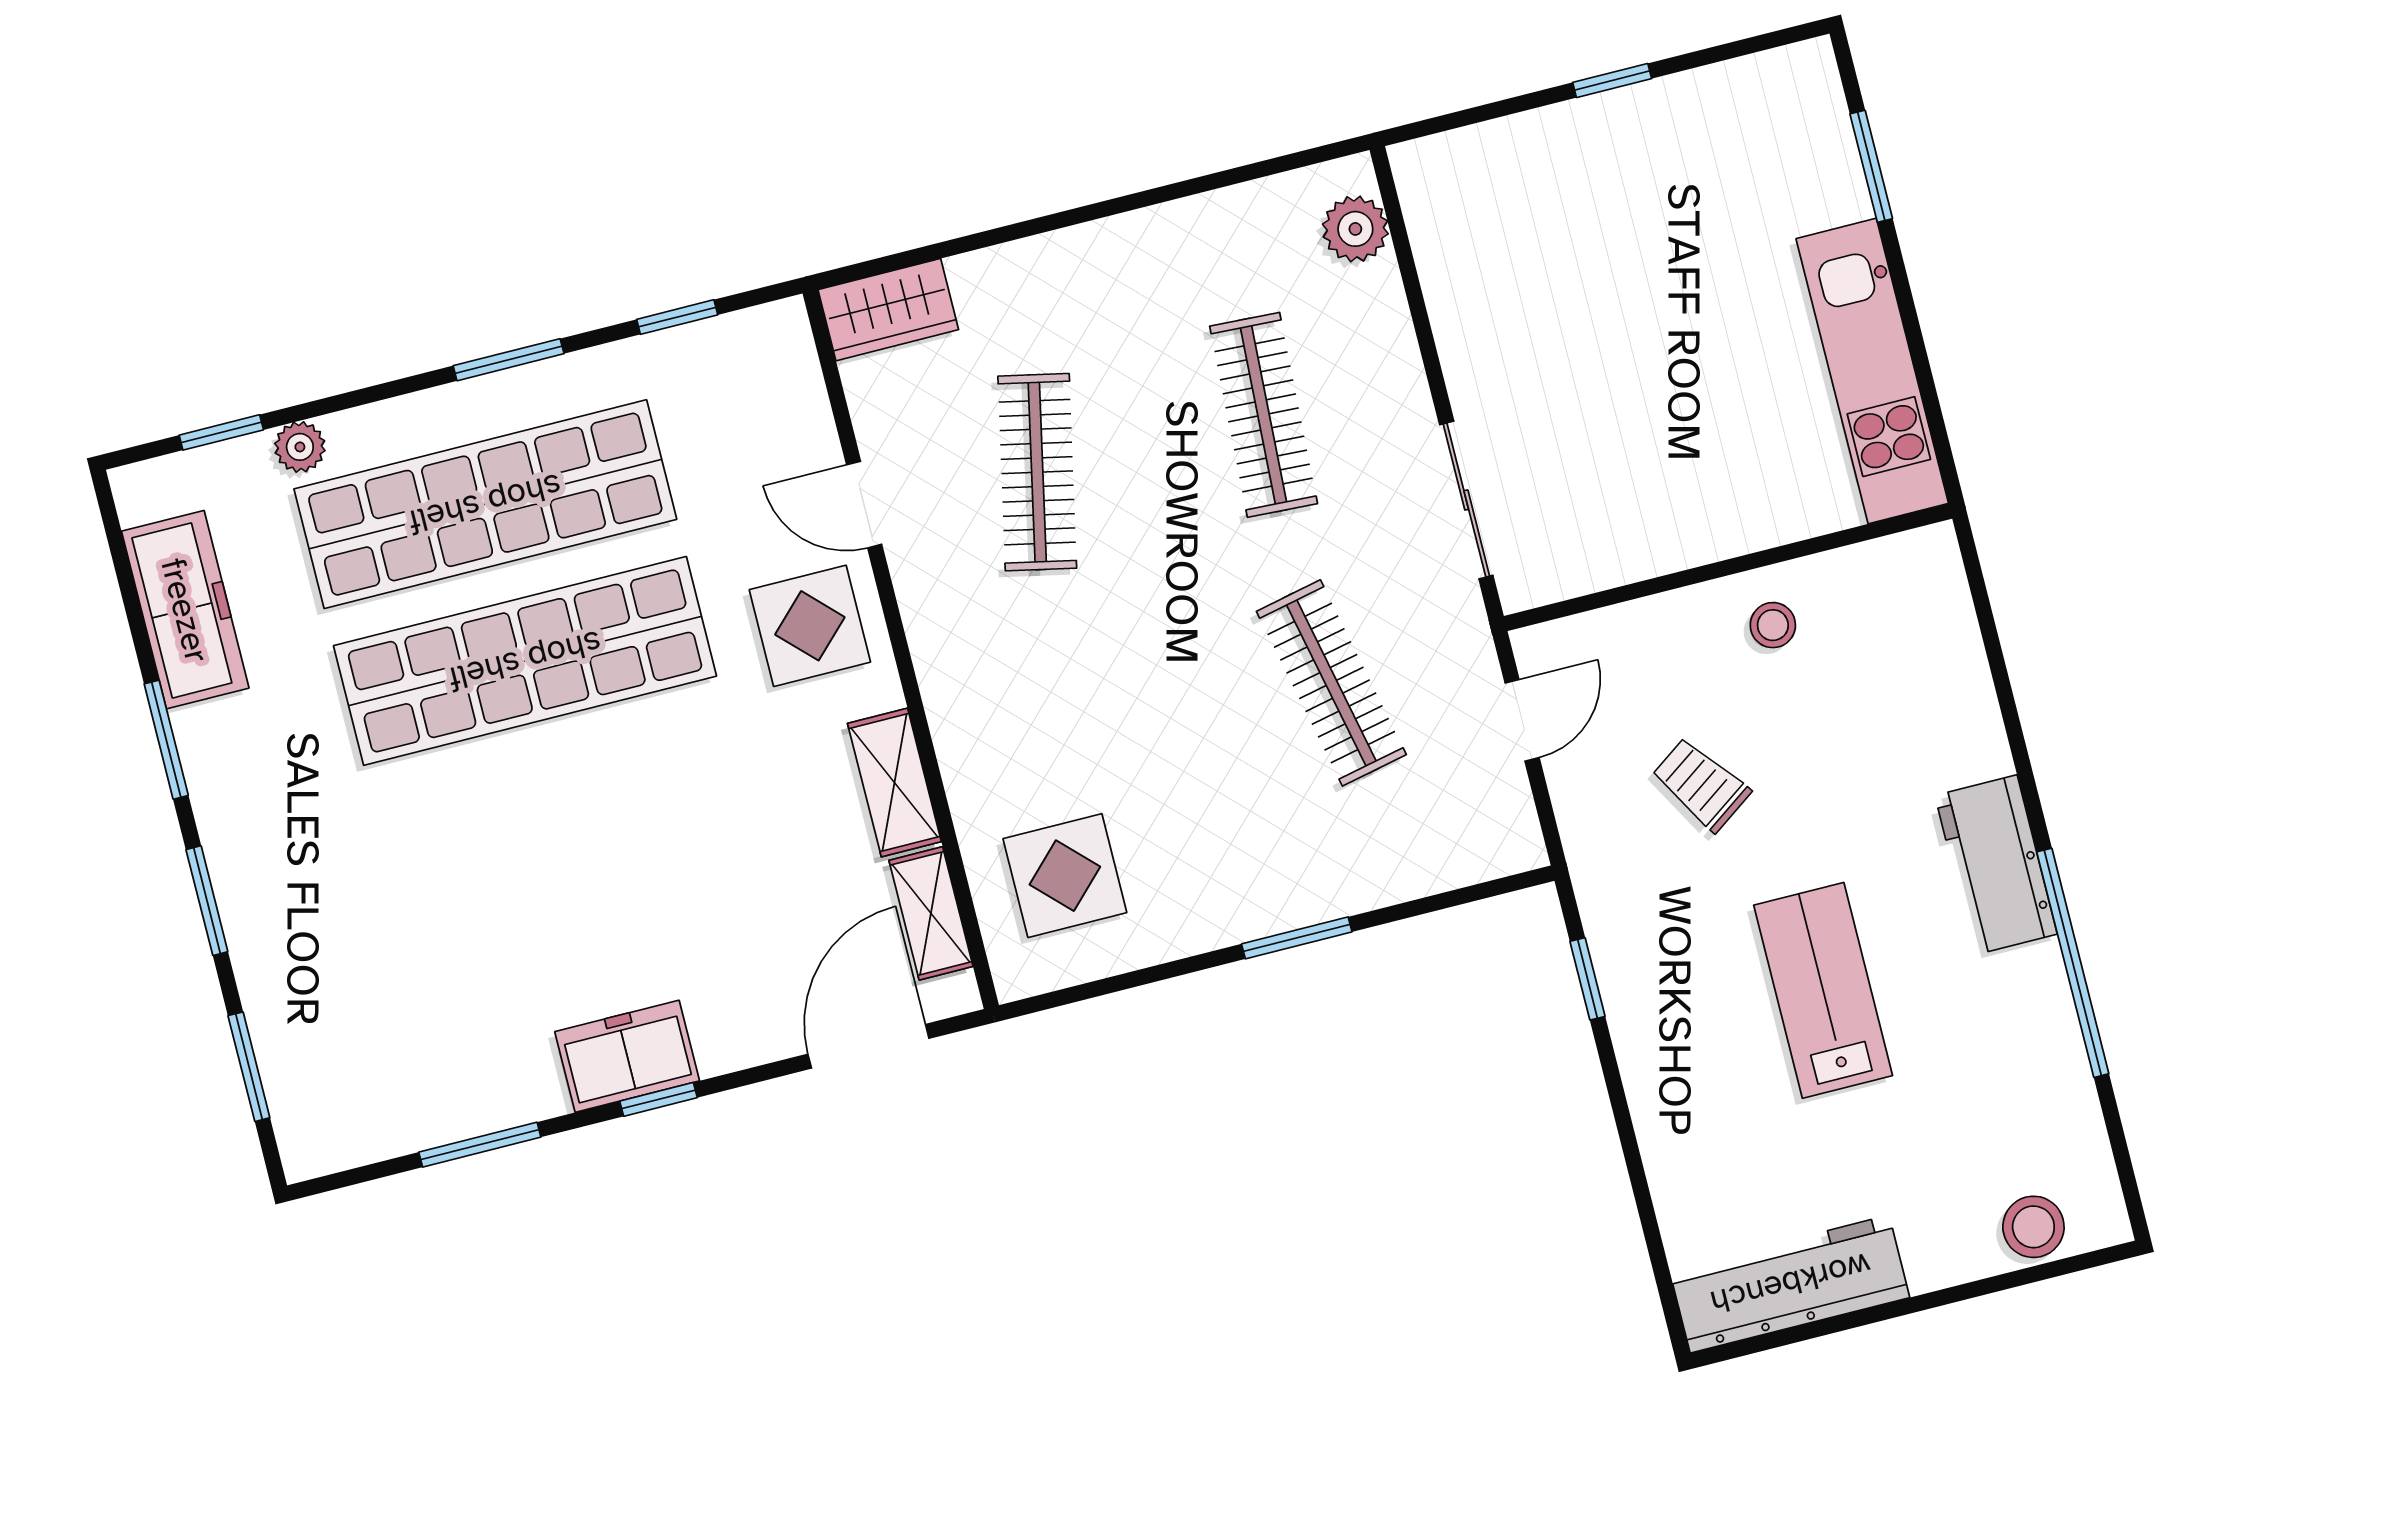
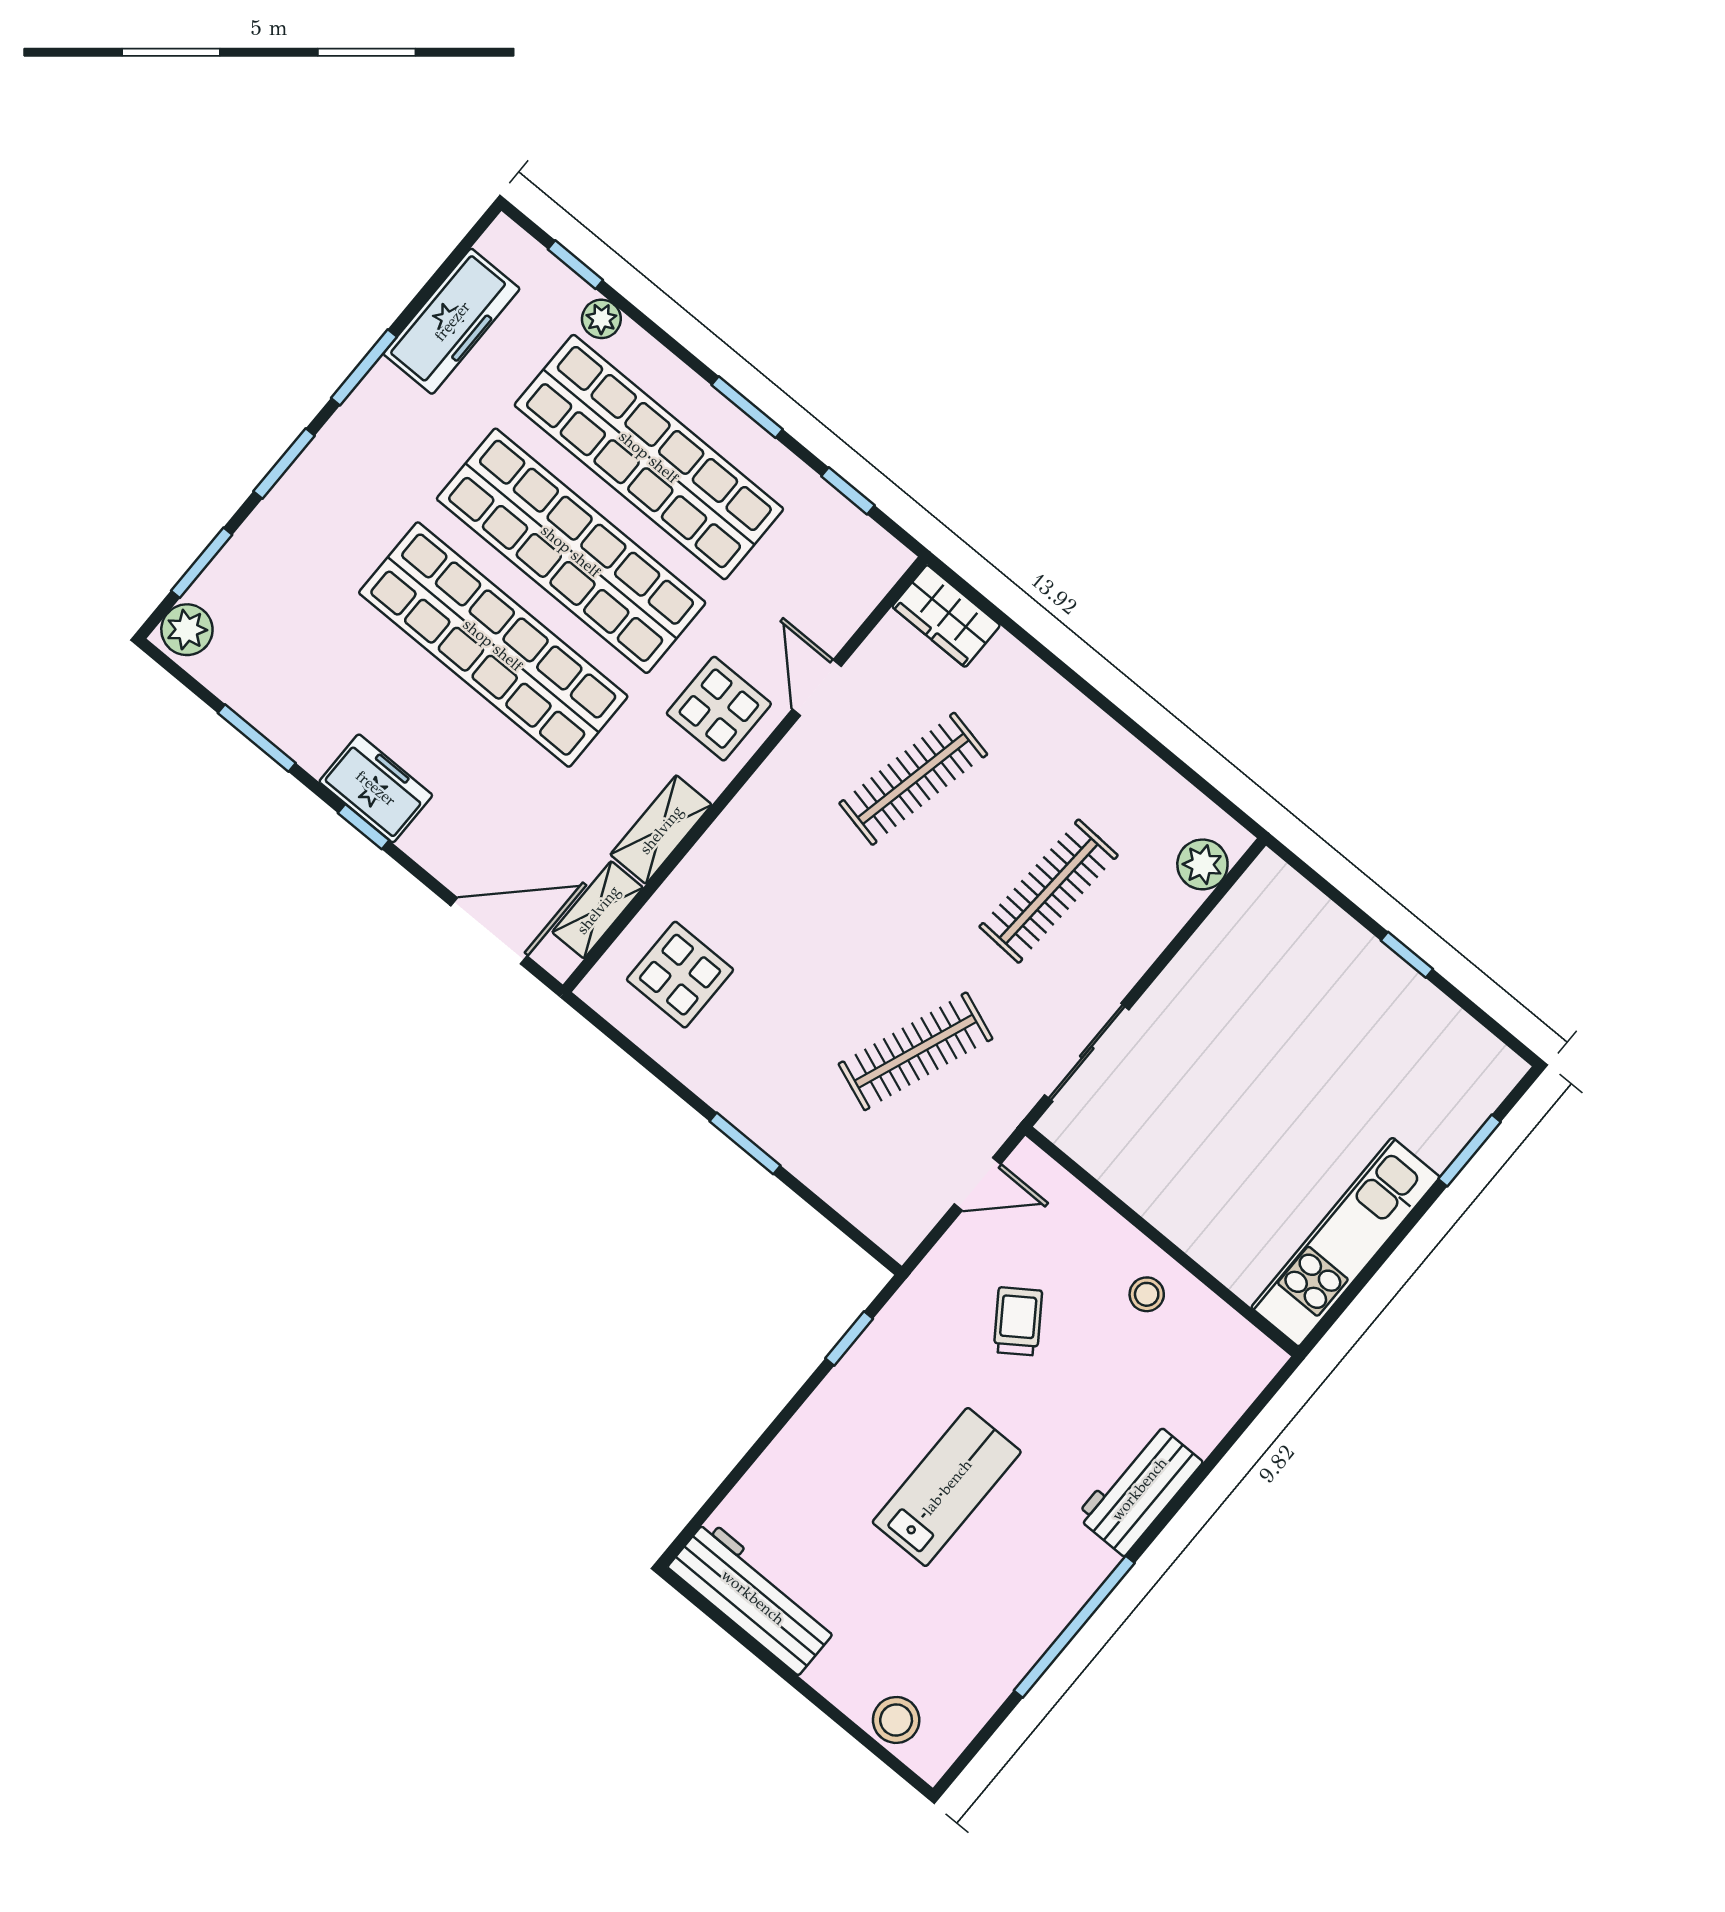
clothes rail: (1331, 683) -> (916, 1051), turned 33
shop shelf: (565, 818) -> (493, 645), added
workbench: (1996, 865) -> (1139, 1489), moved
plant: (309, 1135) -> (187, 630), added

